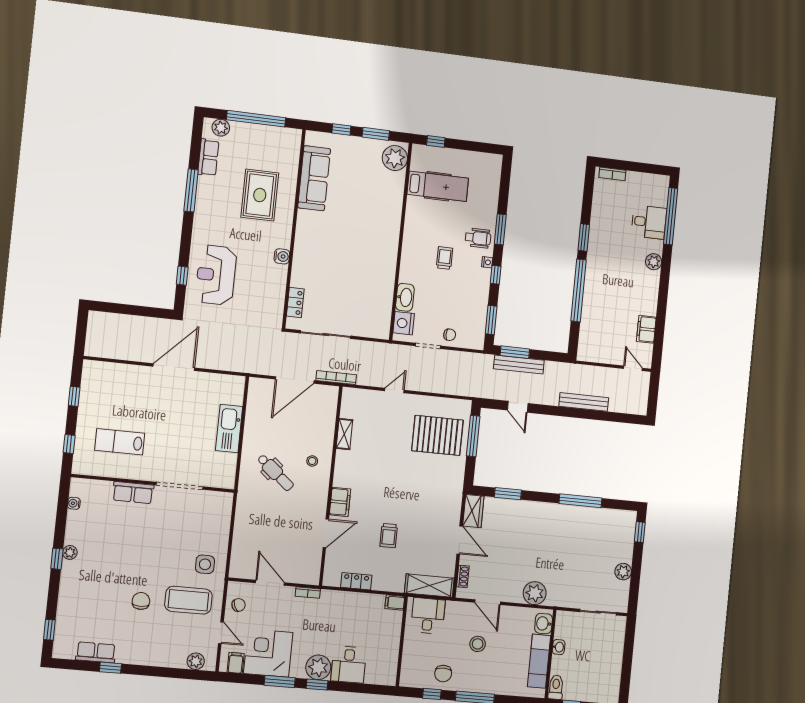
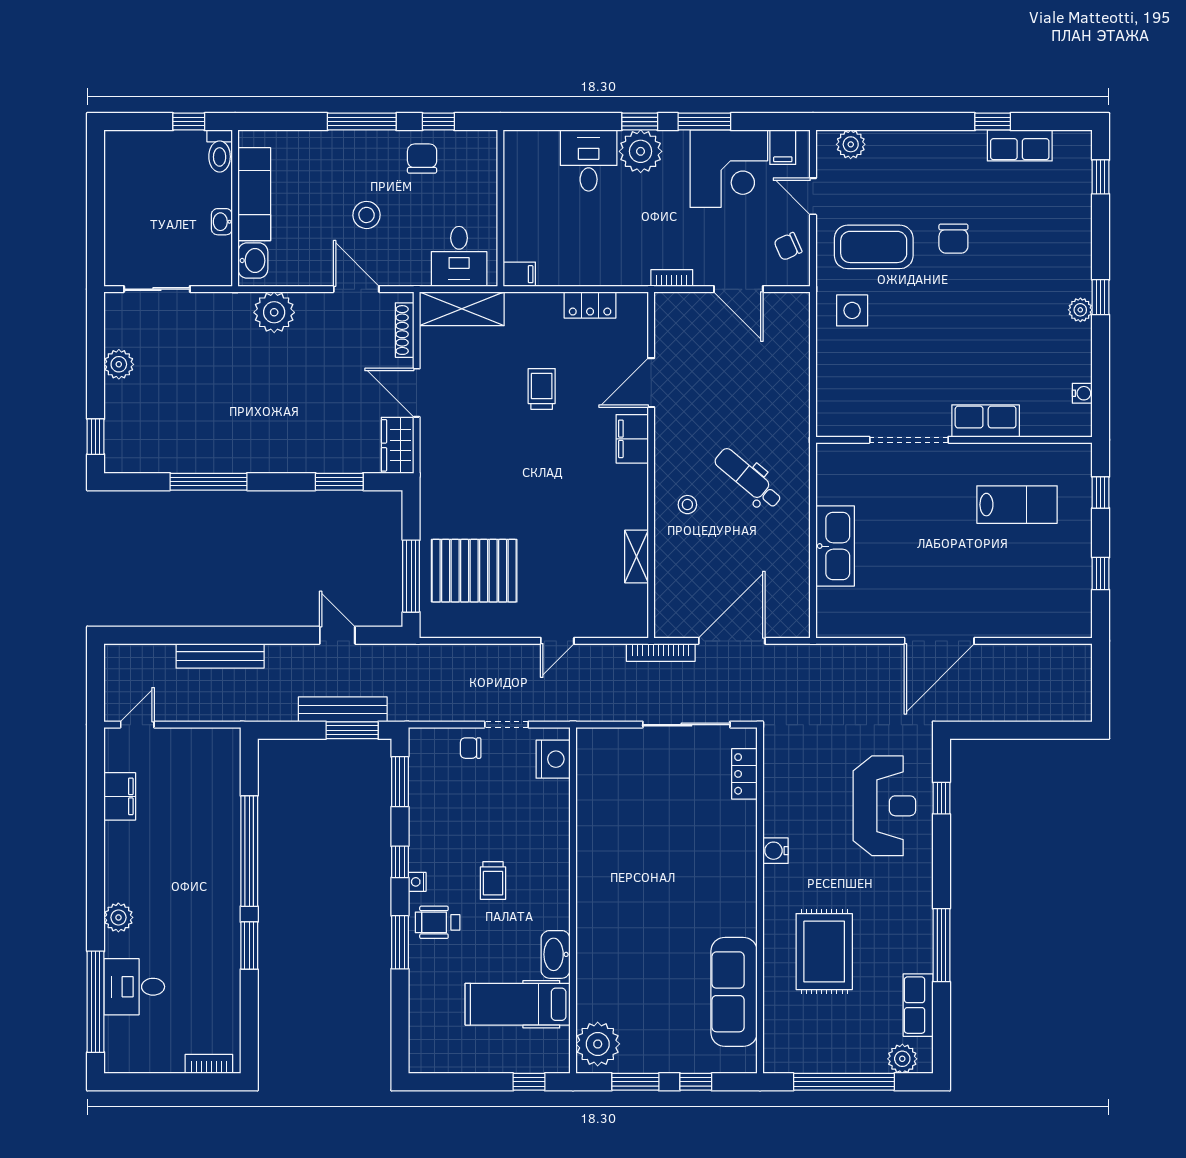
washbasin: (405, 297) -> (556, 954), moved
door: (633, 368) -> (137, 725), swing flipped
shoe rack: (463, 576) -> (405, 330), width x1.43

